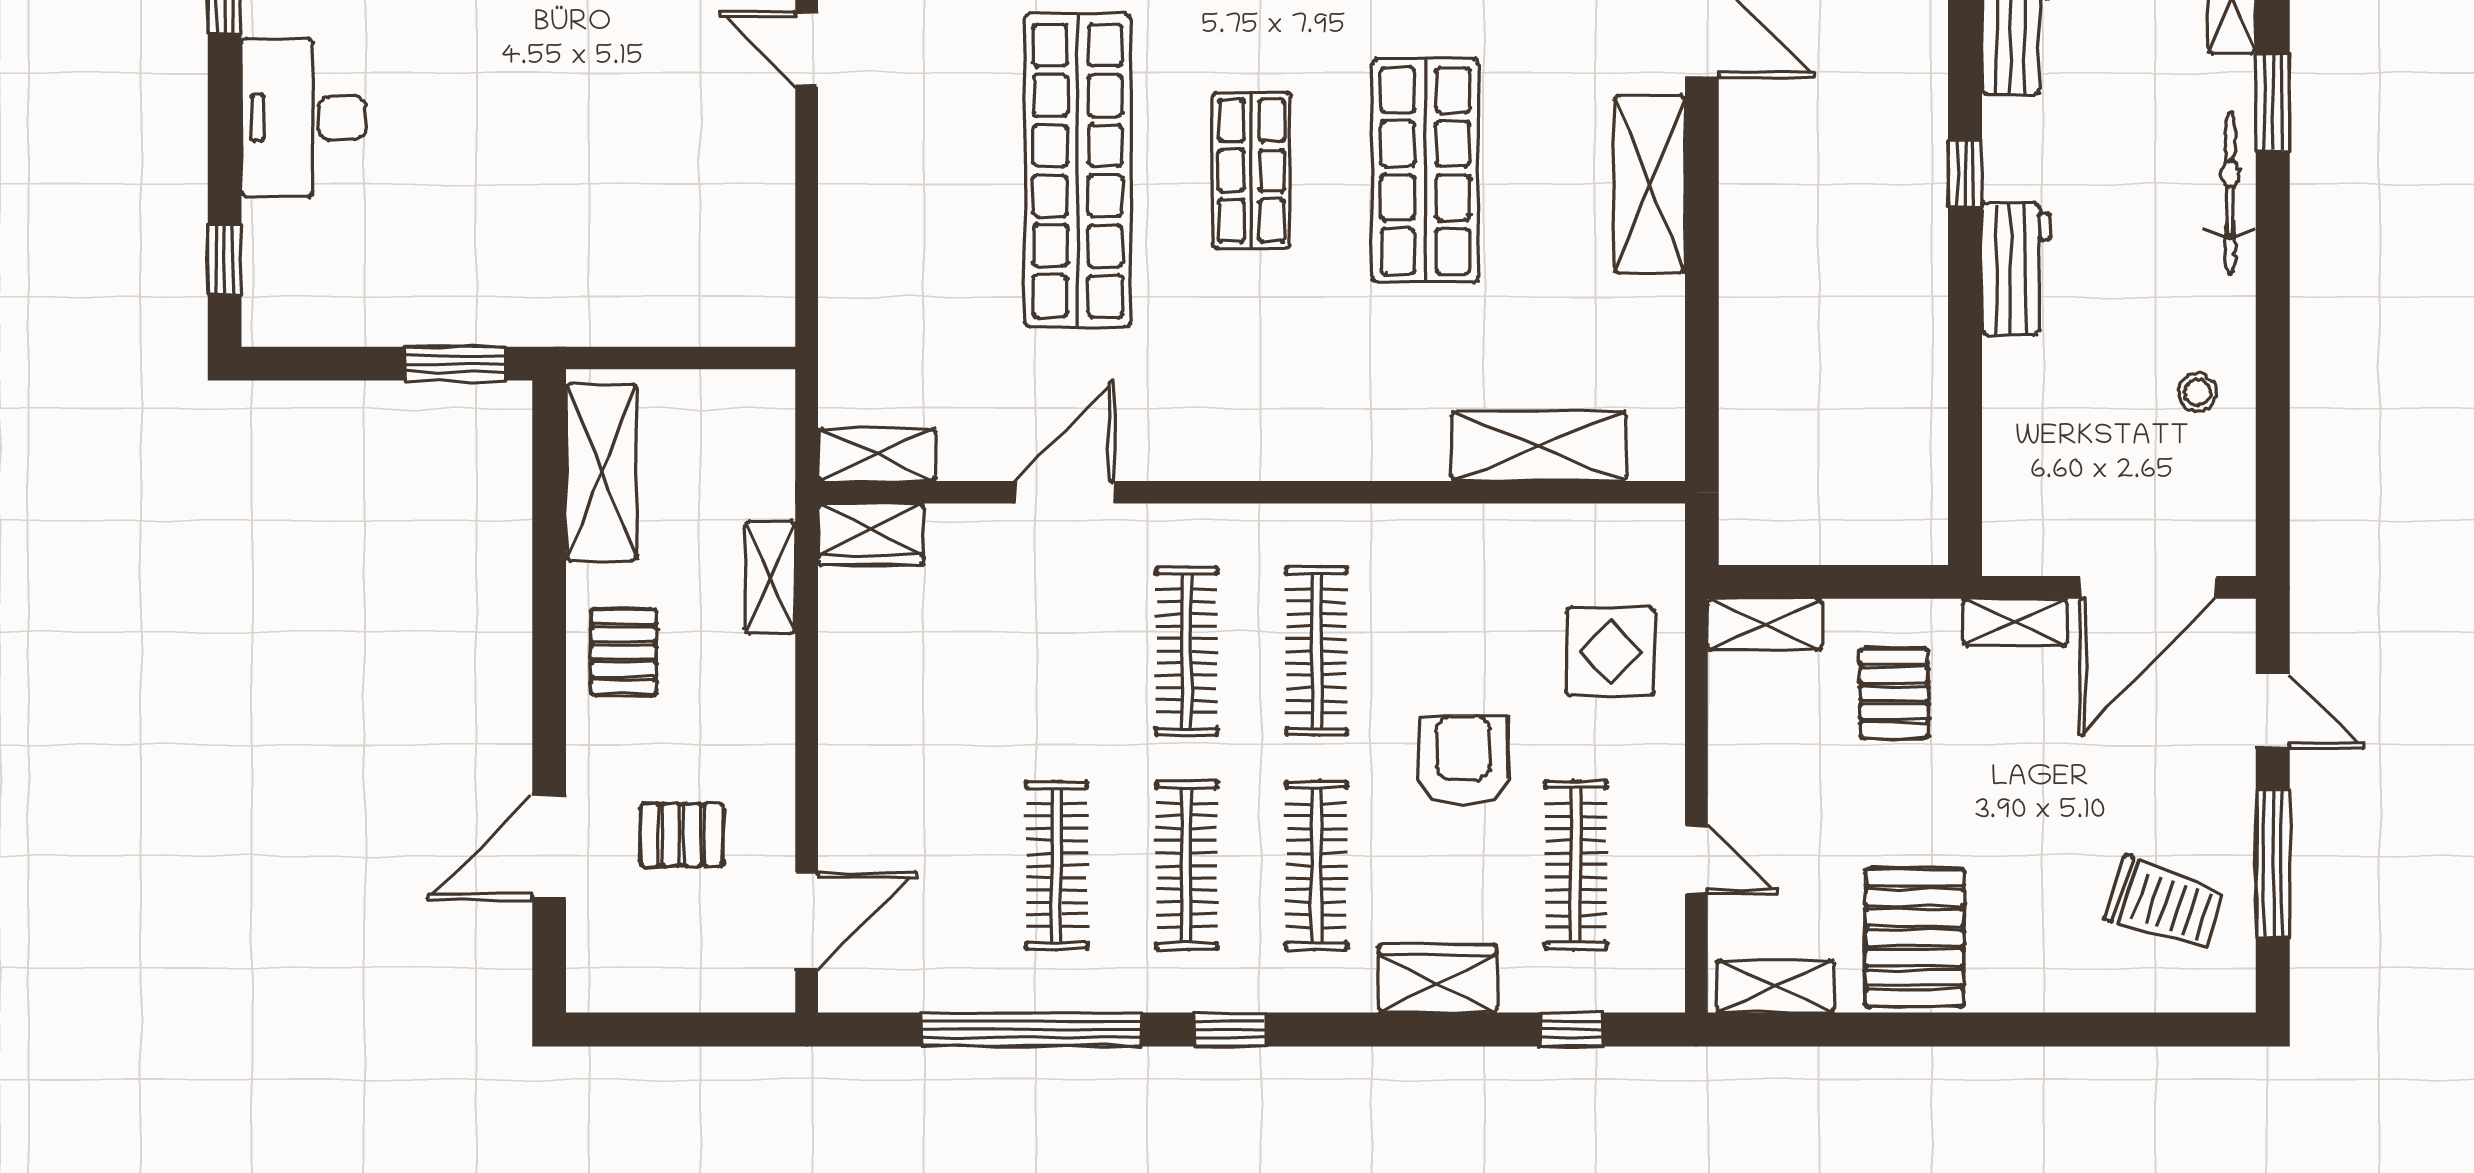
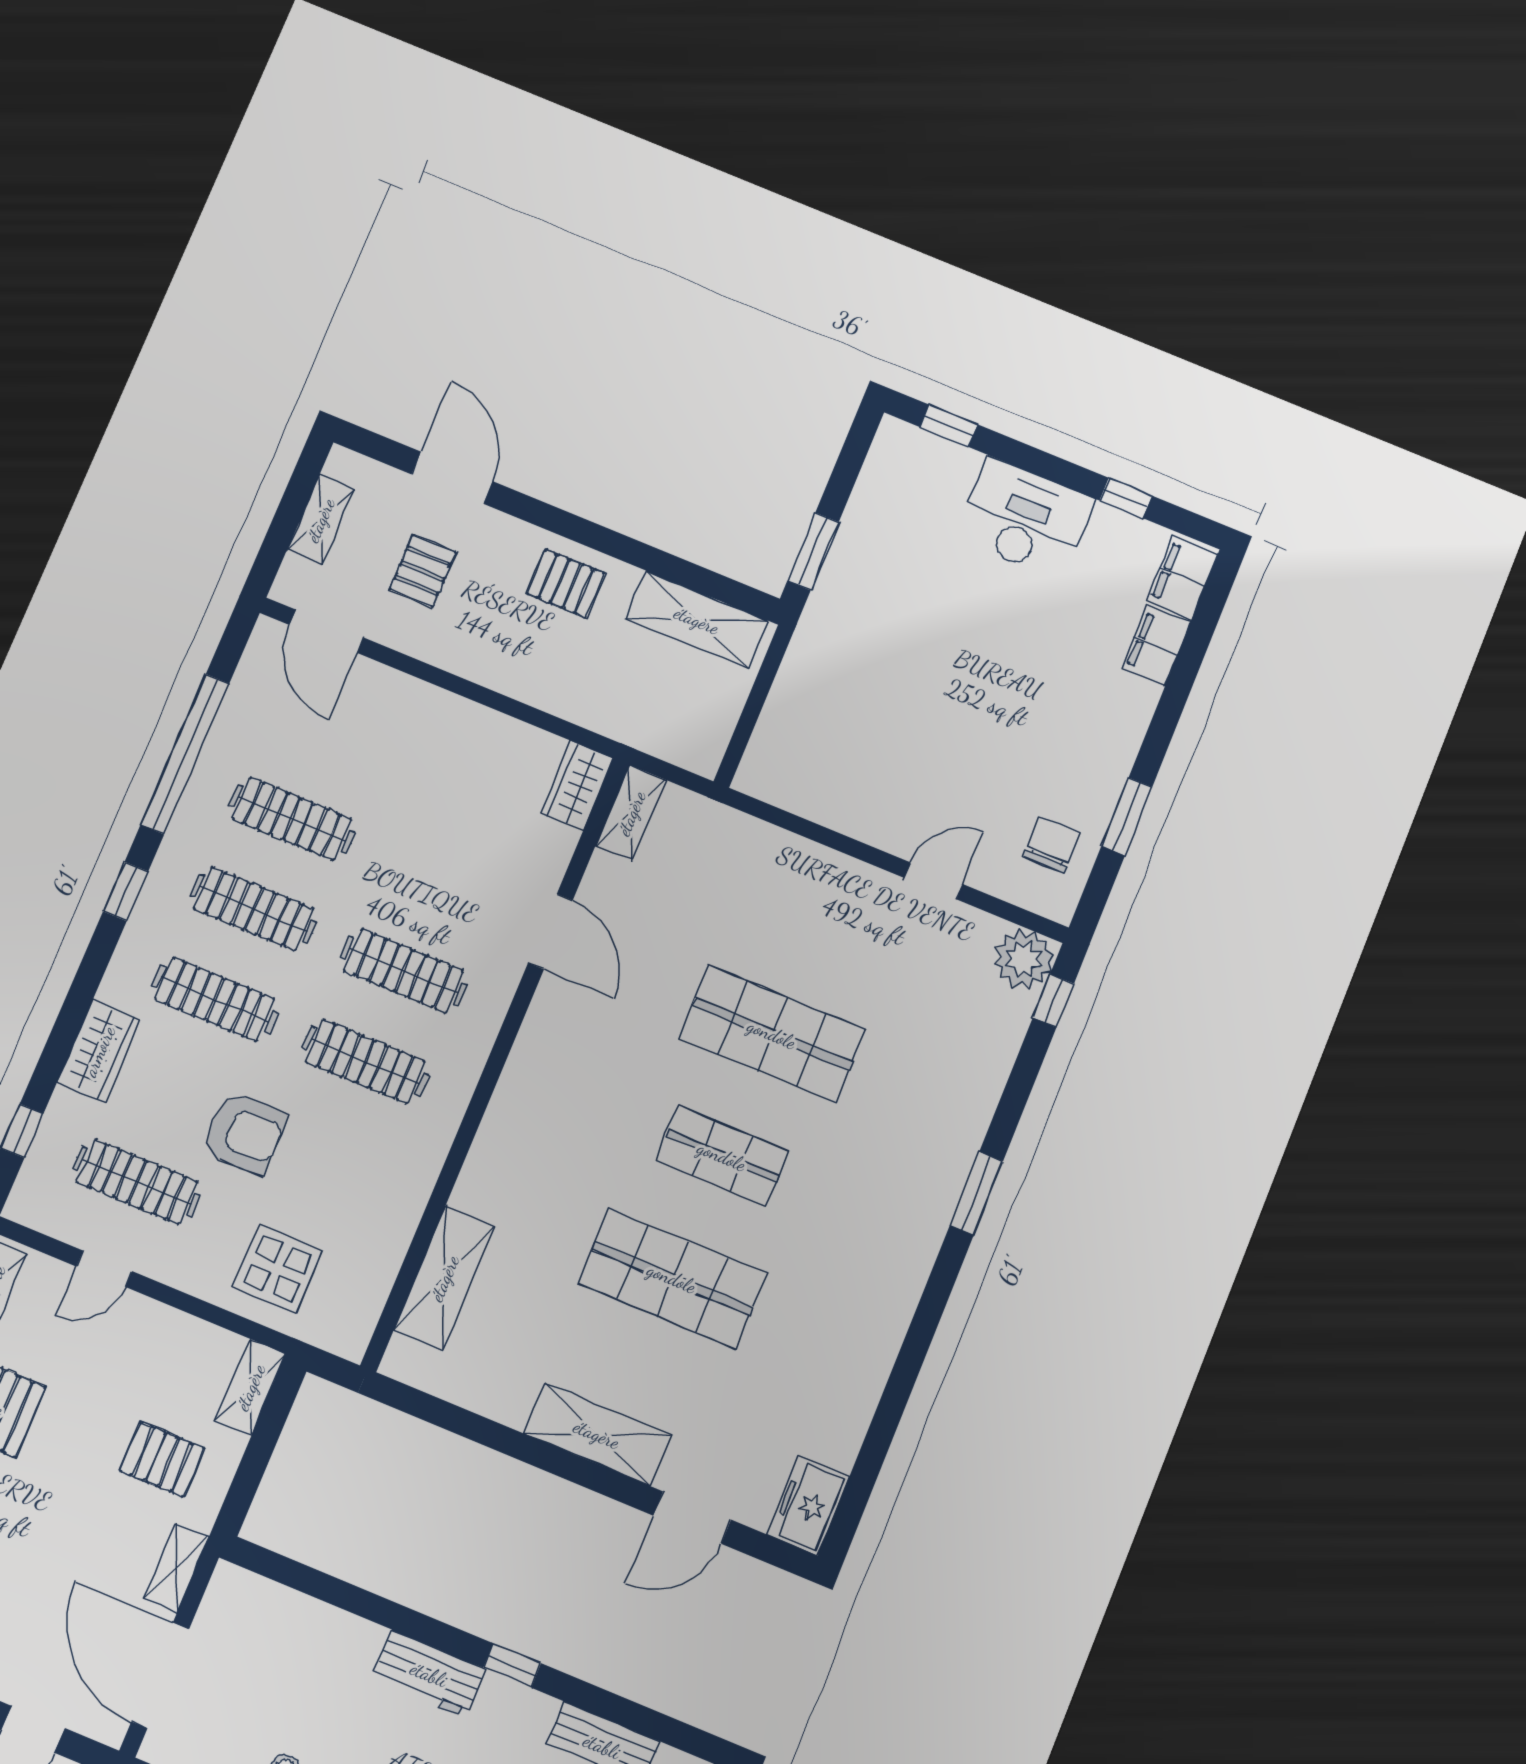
shop shelf: (1078, 171) -> (772, 1034), width x0.71
shelving: (770, 578) -> (320, 520), moved, turned 90

